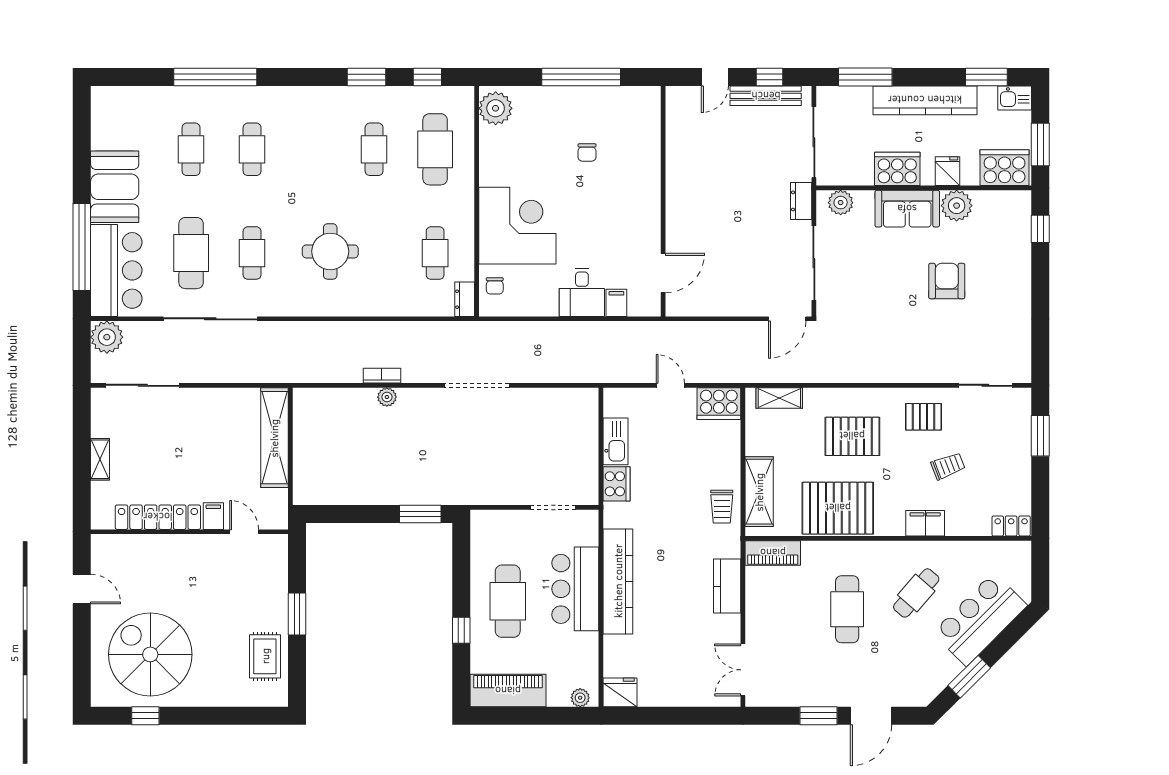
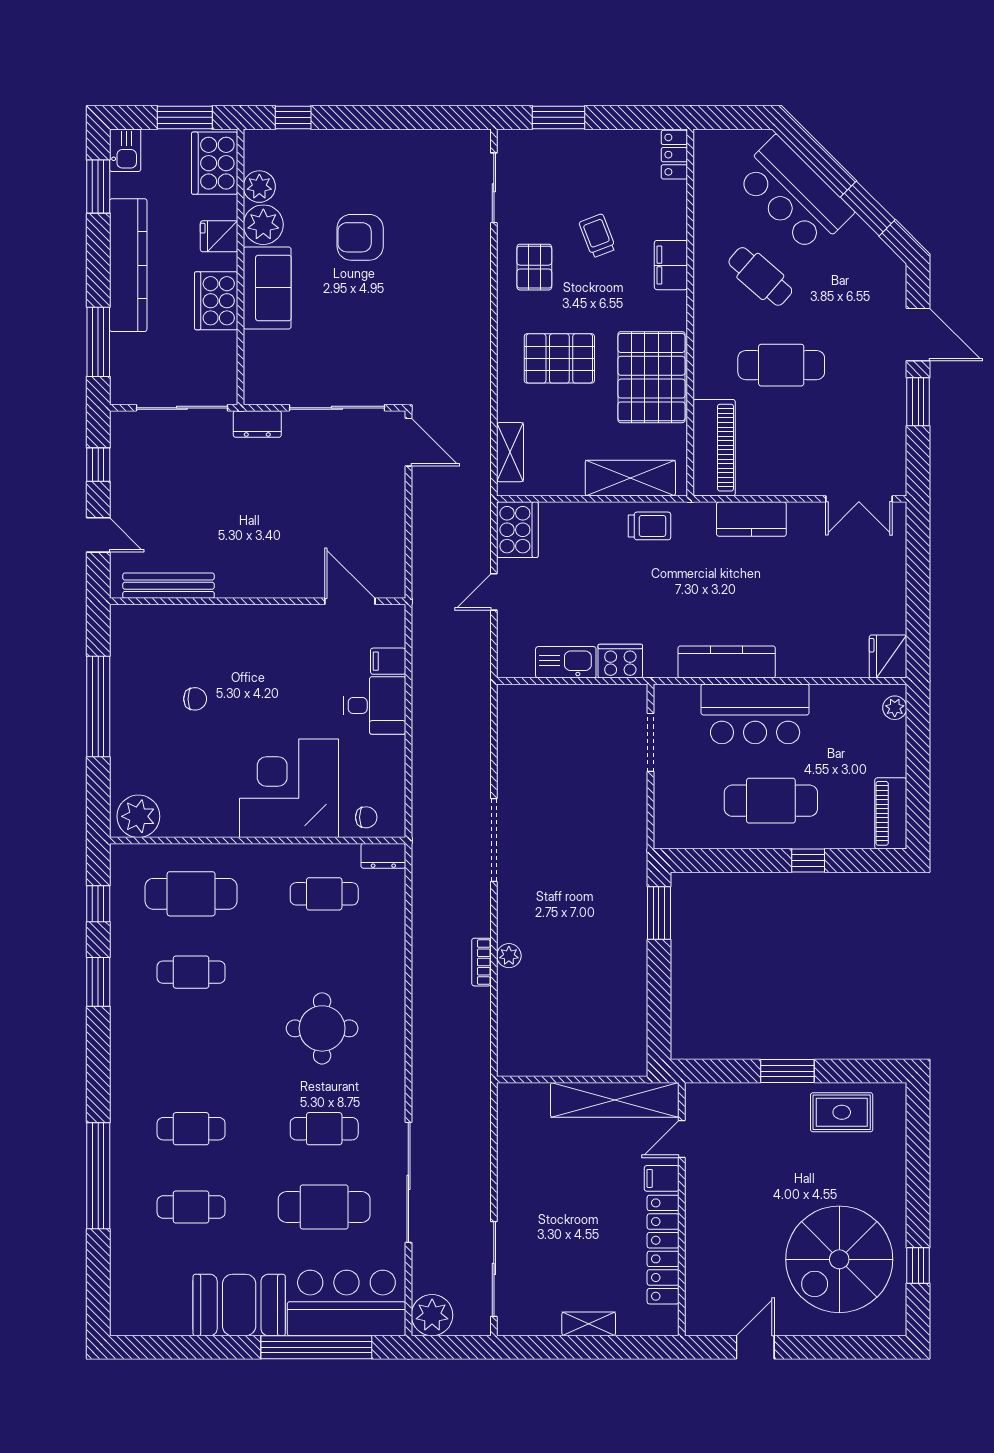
bench: (766, 96) -> (169, 586), moved, turned 90
plant: (841, 203) -> (259, 187), moved
pallet: (852, 436) -> (559, 358), turned 90
shelving: (274, 438) -> (615, 1100), moved
piano: (773, 553) -> (714, 448), width x1.37, depth x1.33
kitchen counter: (618, 581) -> (727, 662), width x0.72, depth x0.86
piano: (508, 691) -> (891, 813), width x0.73, depth x0.75

